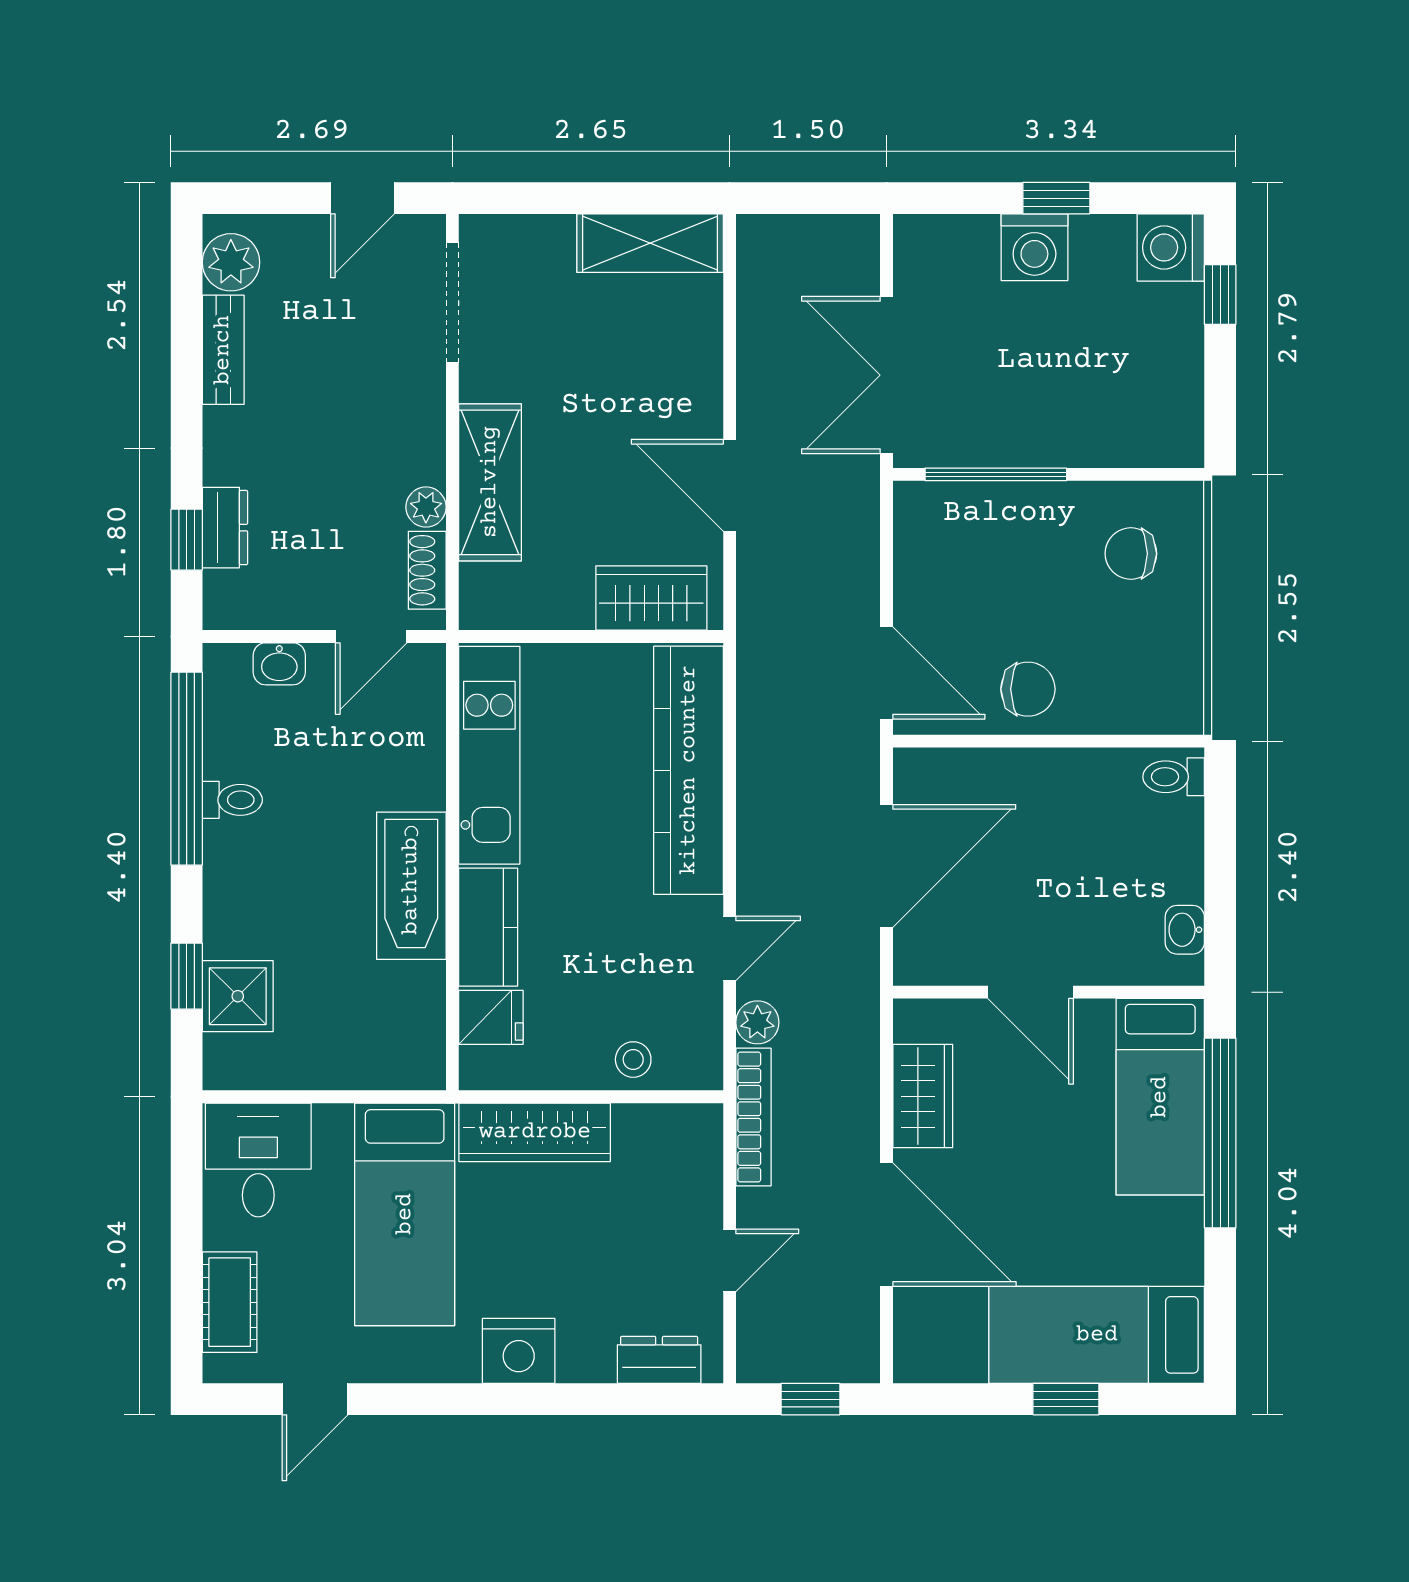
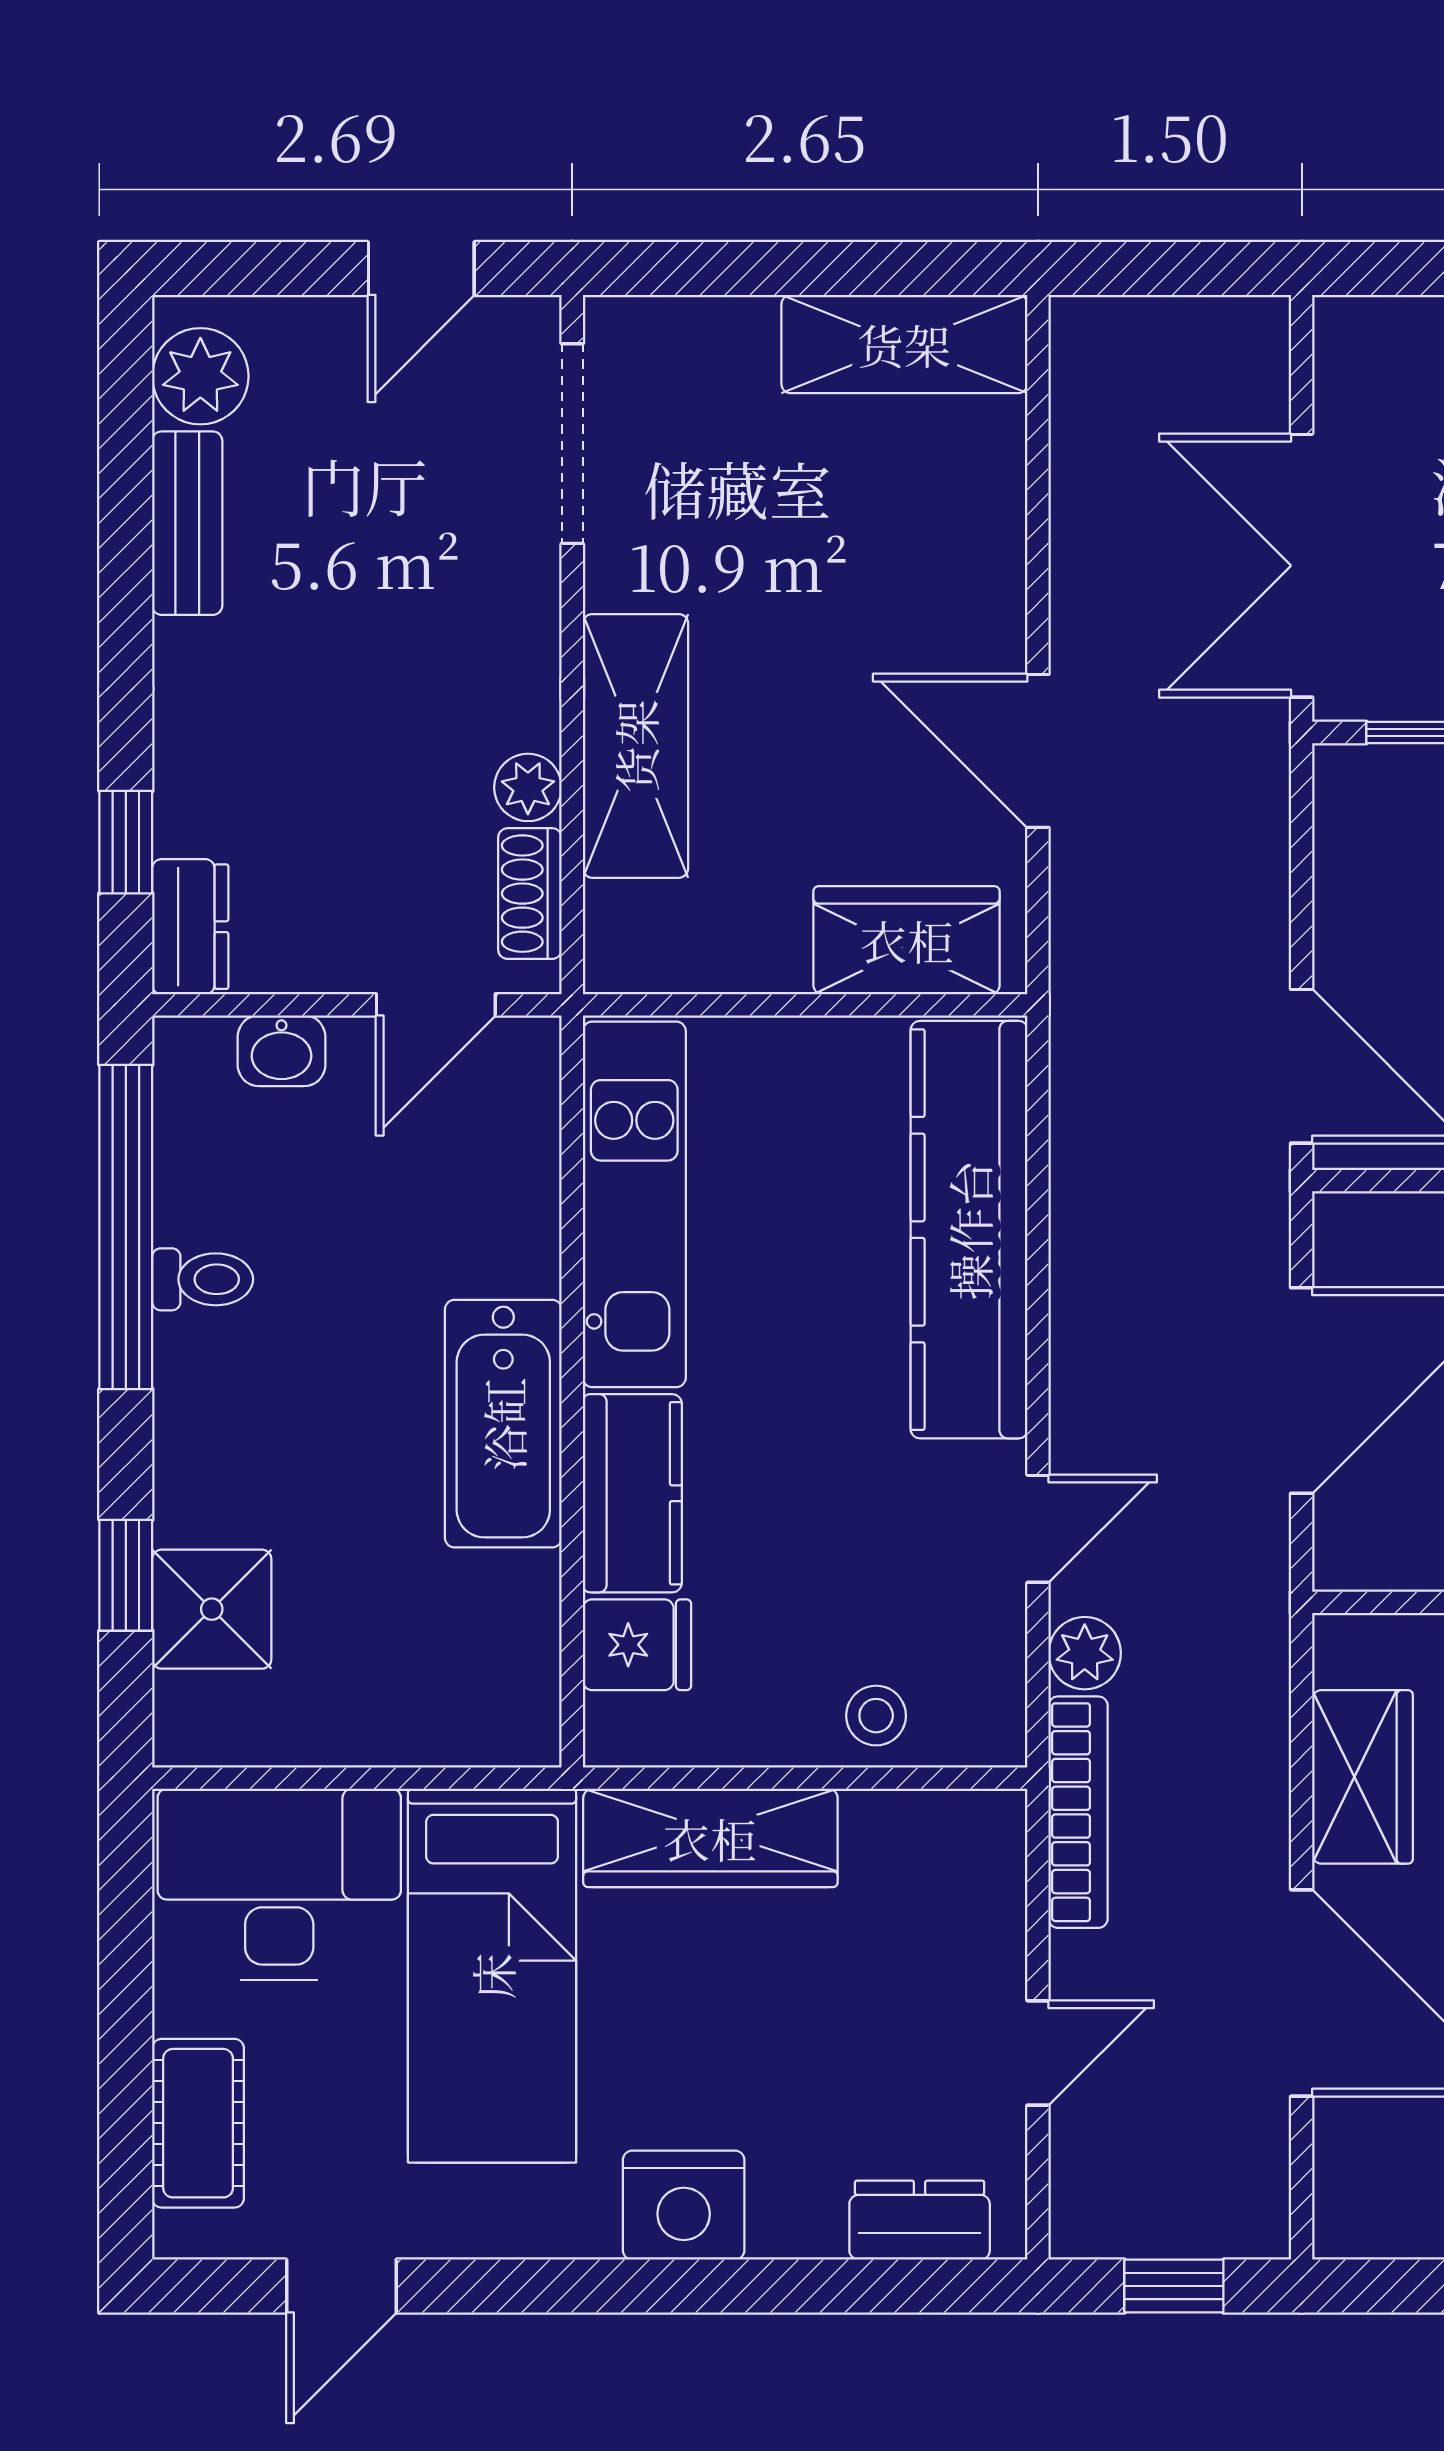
dresser: (225, 528) -> (190, 927), moved
desk: (258, 1160) -> (279, 1884), width x1.37

